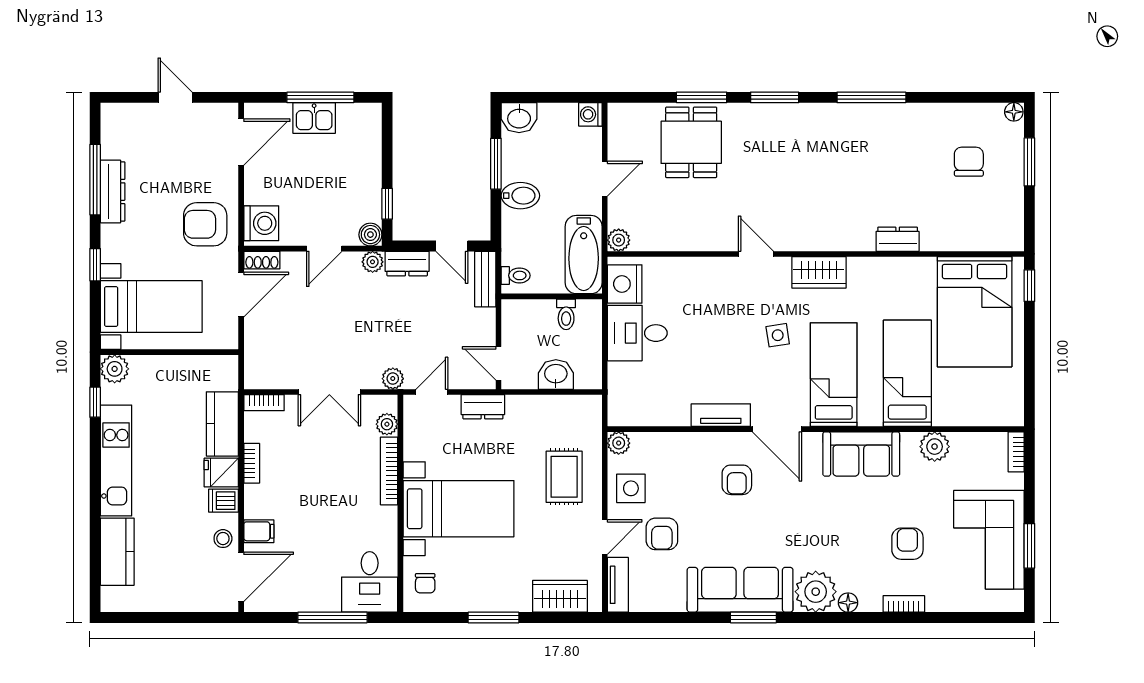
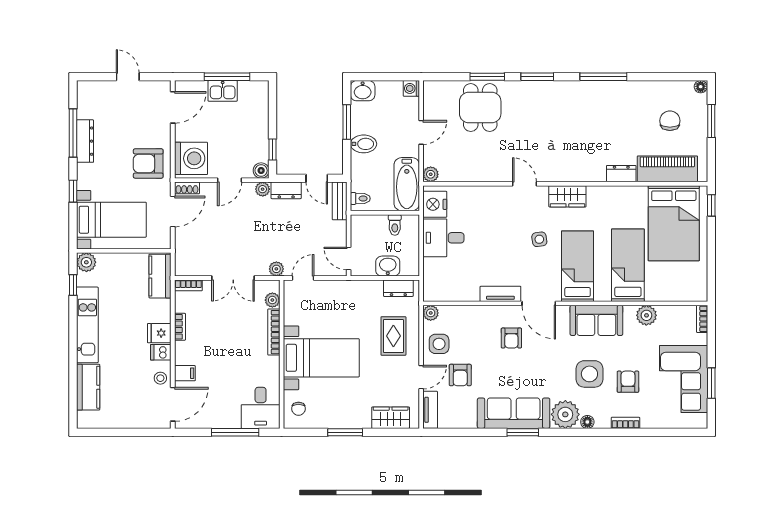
washing machine: (261, 223) -> (191, 158), width x1.37, depth x1.37
piano: (965, 232) -> (667, 169), added
dresser: (483, 407) -> (398, 288), moved
kitchen counter: (222, 424) -> (160, 276), moved
side table: (851, 532) -> (589, 374), added

